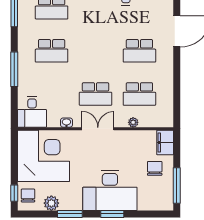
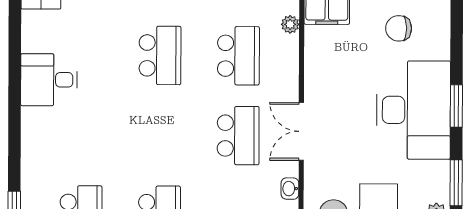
plant: (133, 122) -> (290, 24), moved
chair: (155, 168) -> (399, 28), moved

